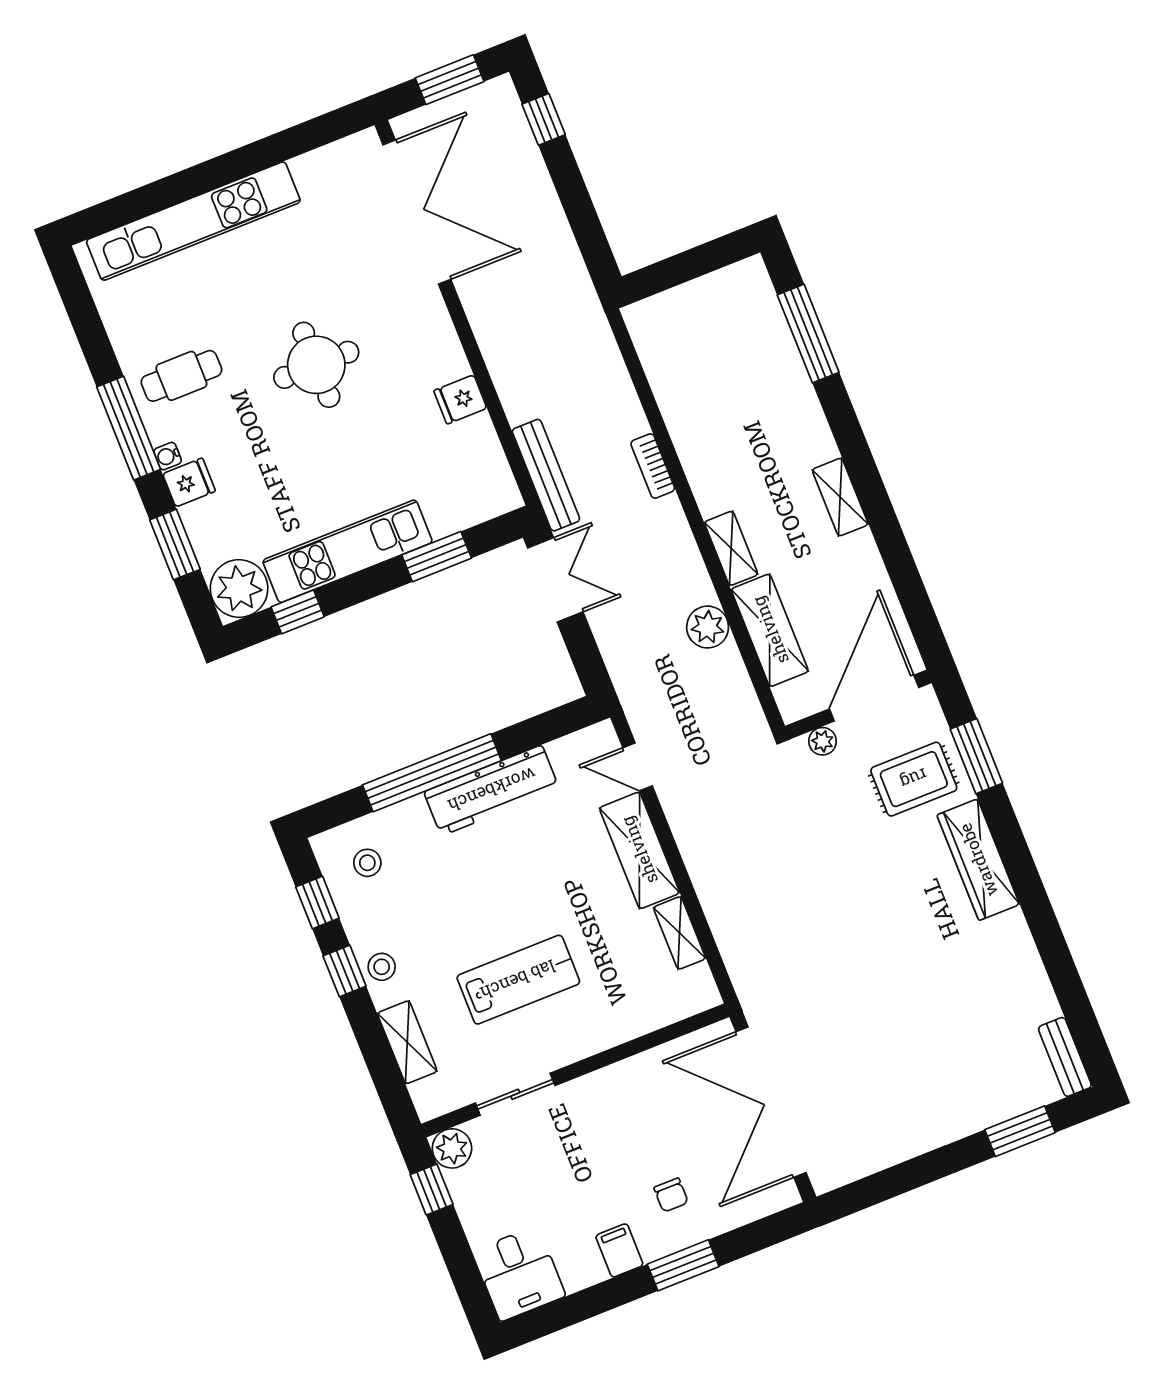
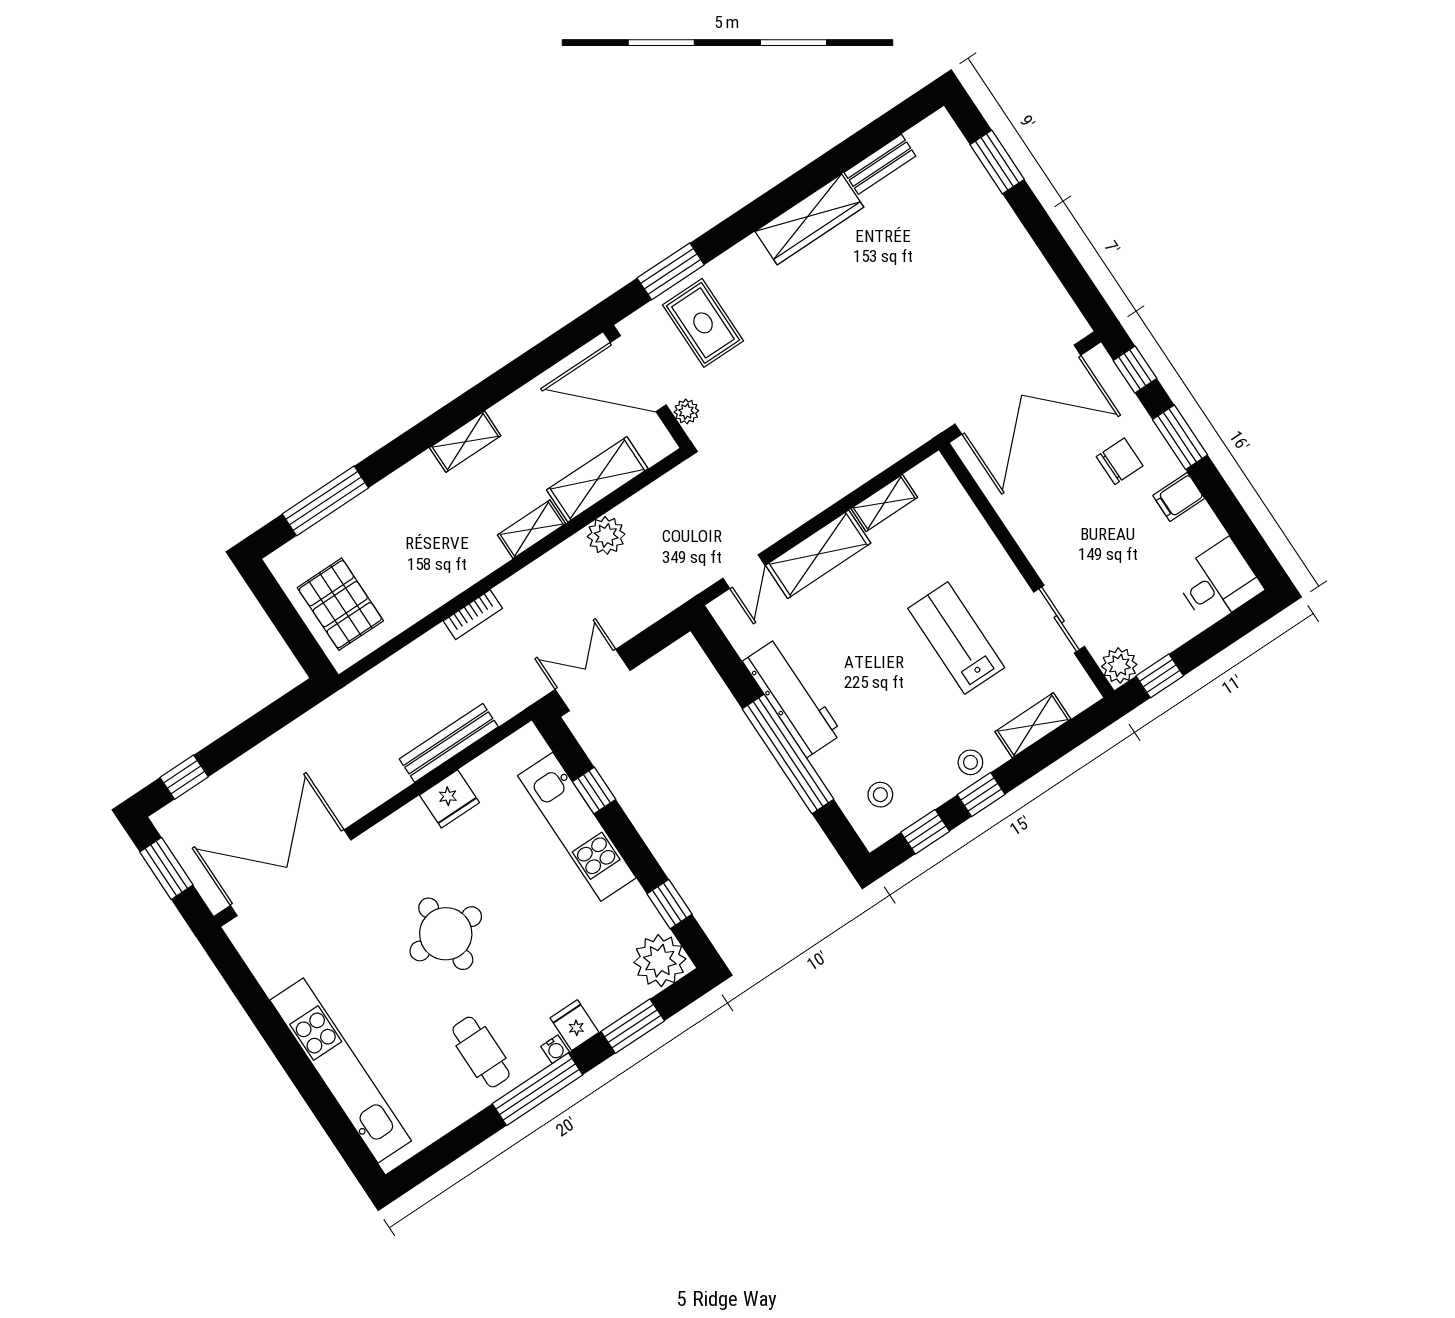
pallet: (694, 326) -> (340, 604), added
fridge: (460, 399) -> (450, 799), width x1.38
bench: (546, 475) -> (449, 743), moved
kitchen unit: (347, 551) -> (577, 827), moved
window: (437, 557) -> (594, 790), width x0.67
wardrobe: (978, 860) -> (809, 219), moved
bench: (1065, 1057) -> (880, 164), moved
chair: (671, 1195) -> (1120, 461), width x1.37, depth x1.37
window: (766, 1232) -> (1135, 370), added

